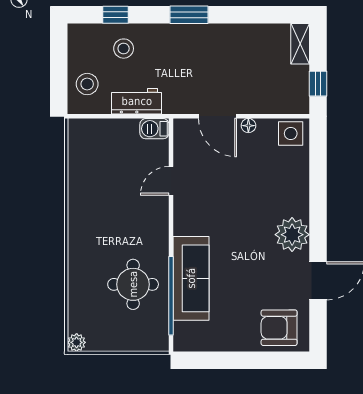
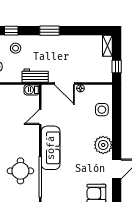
workbench: (137, 101) -> (35, 76), moved
side table: (291, 134) -> (102, 110), moved
sofa: (191, 278) -> (51, 148), moved

